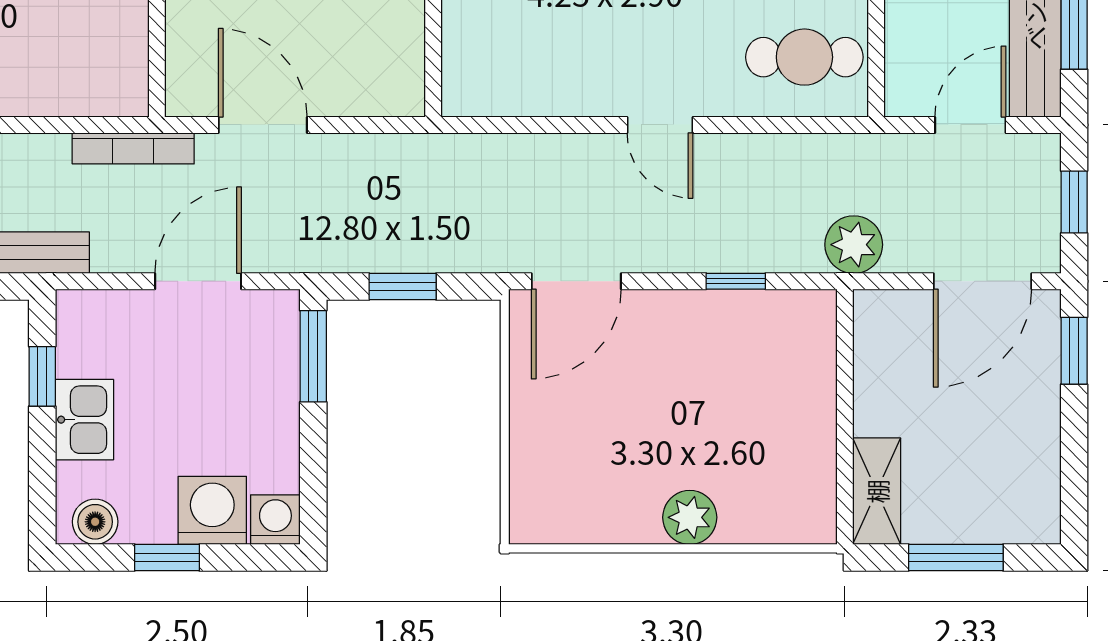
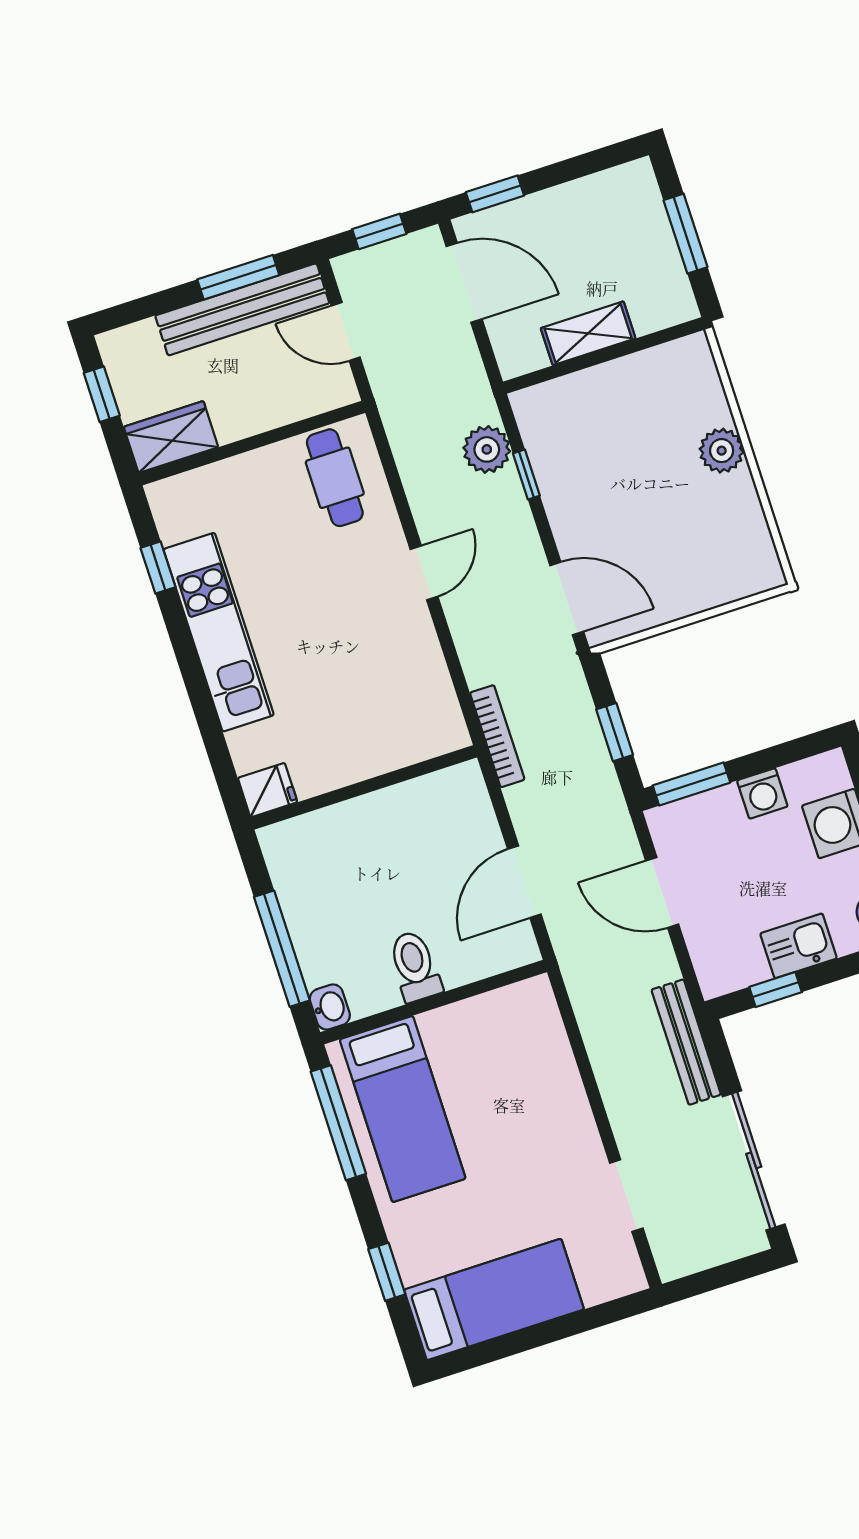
bookcase: (133, 148) -> (497, 736), moved
plant: (854, 245) -> (487, 449), moved
shelving: (877, 491) -> (588, 333), moved
washing machine: (275, 520) -> (762, 793), moved, turned -90

